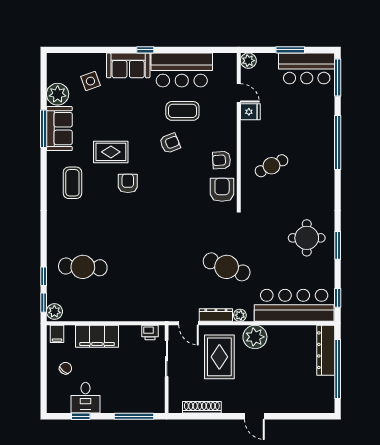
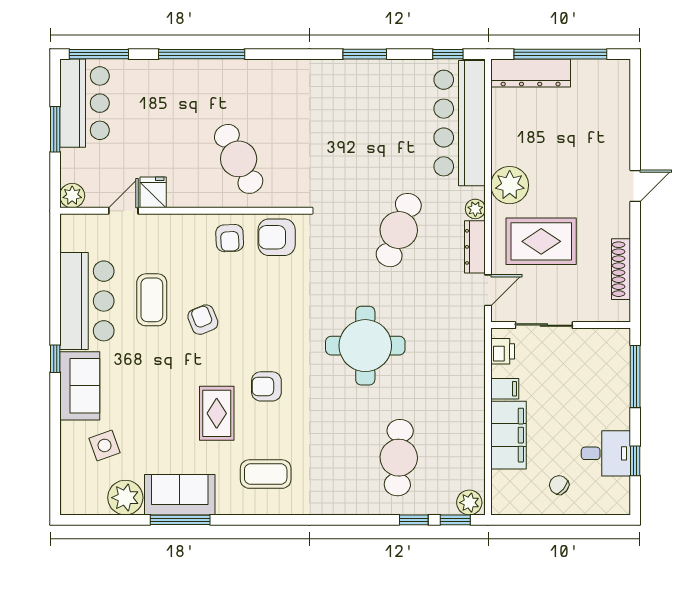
cafe table: (271, 166) -> (239, 159), width x1.37, depth x1.35
round table: (307, 238) -> (365, 346), moved, width x1.36, depth x1.36
filing cabinet: (57, 334) -> (505, 389), moved

